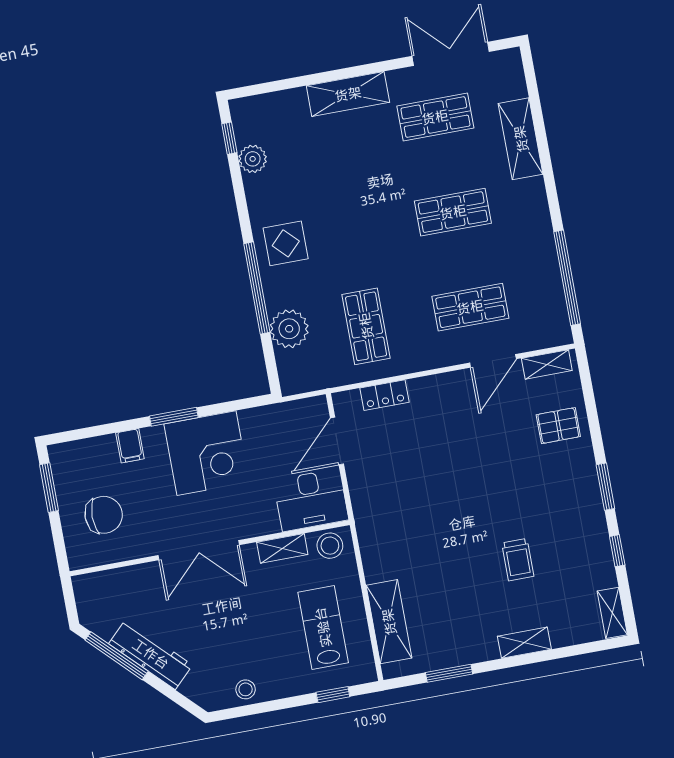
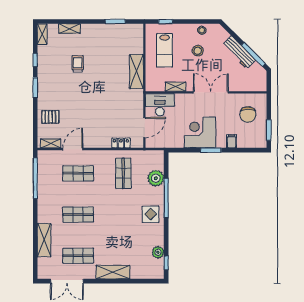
chair: (104, 515) -> (248, 114), turned -90
stool: (330, 546) -> (198, 51), moved
shelving: (389, 622) -> (136, 72), moved
shelving: (524, 643) -> (69, 28), moved

